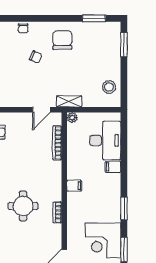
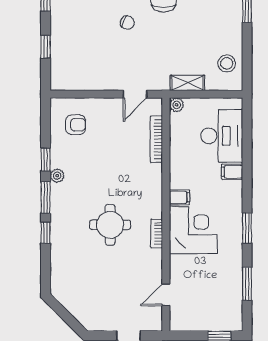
shelving: (69, 101) -> (187, 83), moved
corner desk: (103, 240) -> (193, 230), moved, turned 180

